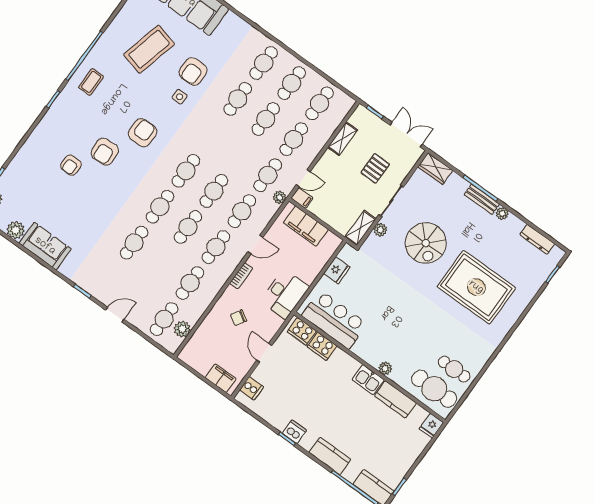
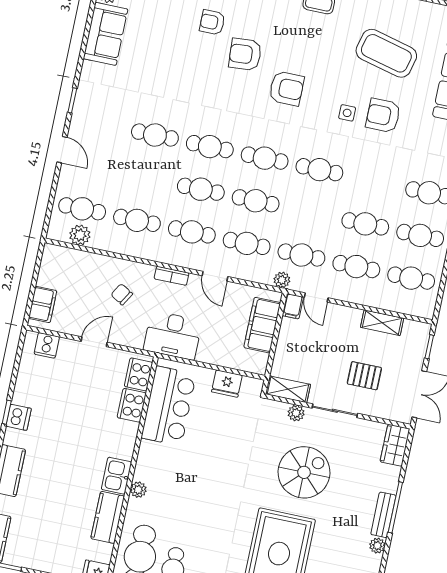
cafe table: (238, 99) -> (319, 170), moved
spiral stairs: (426, 243) -> (304, 472), turned 180

